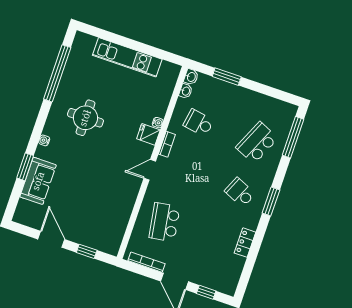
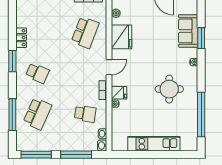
window: (227, 77) -> (76, 155), width x1.44
window: (276, 93) -> (36, 155), added
window: (293, 137) -> (12, 115), moved
fridge: (122, 201) -> (122, 37), added
window: (271, 201) -> (12, 61), moved
school desk: (164, 222) -> (85, 32), turned 30
plant: (119, 233) -> (116, 13), added

